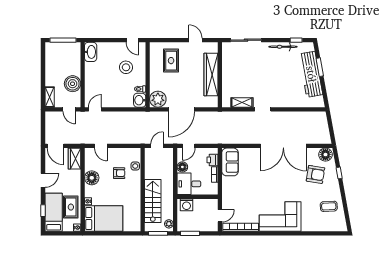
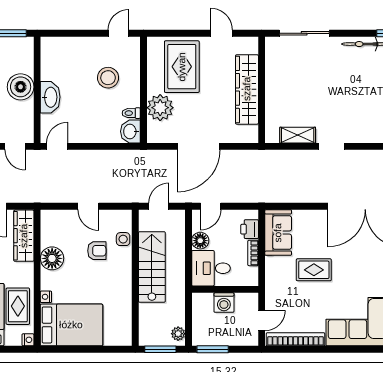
door: (132, 40) -> (118, 33), swing flipped
washbasin: (91, 52) -> (50, 97), moved
rug: (171, 61) -> (182, 67), width x1.36, depth x1.43
boiler: (73, 84) -> (21, 87), moved
plant: (158, 99) -> (160, 108), moved
door: (101, 146) -> (88, 206), moved
wardrobe: (75, 159) -> (24, 236), width x1.50
rug: (252, 185) -> (314, 270), added
stairs: (153, 201) -> (152, 267), moved
washing machine: (187, 205) -> (224, 303), moved

